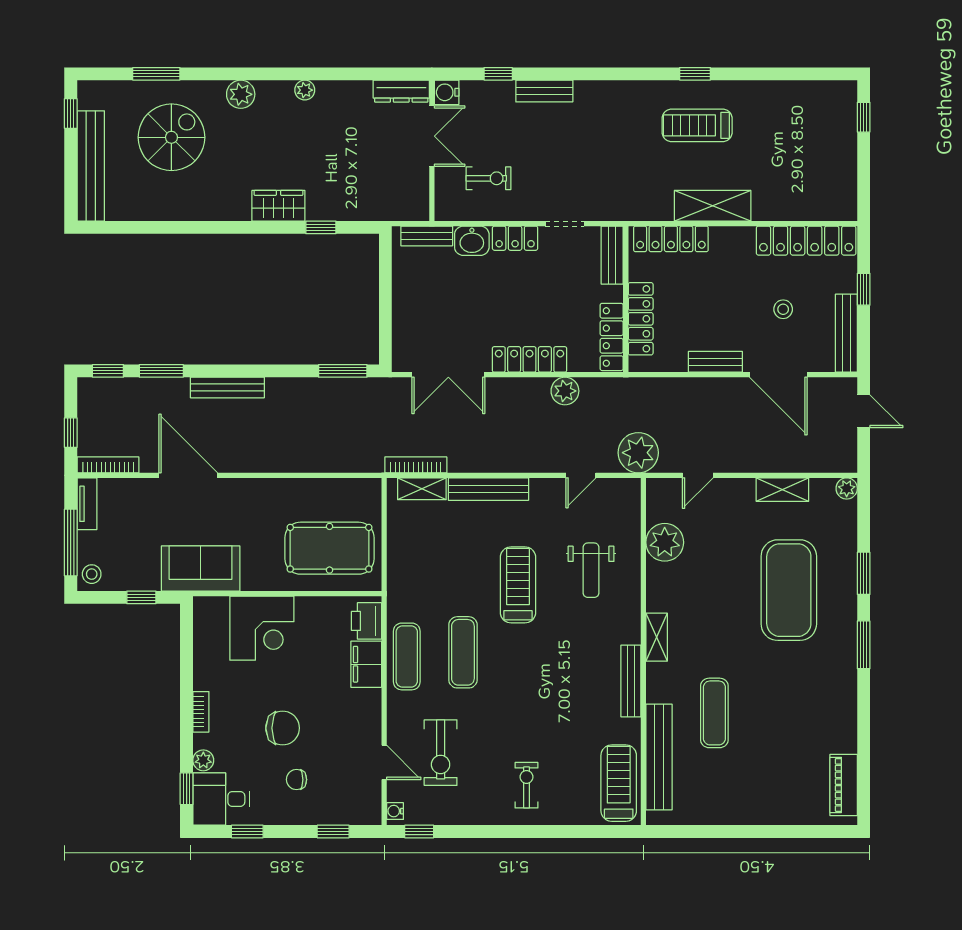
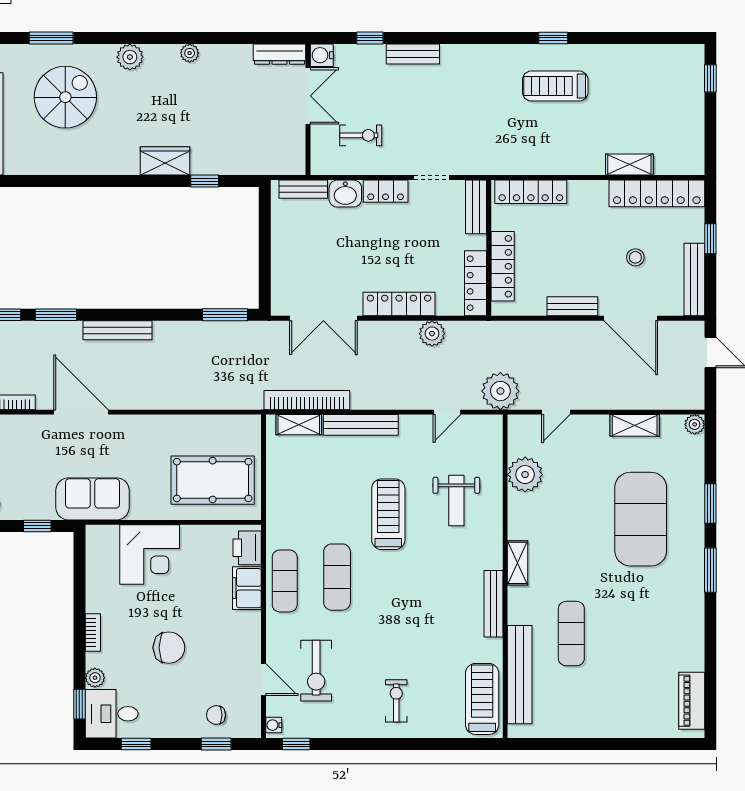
shelving: (713, 206) -> (629, 165), moved, width x0.67, depth x0.75
bookcase: (416, 465) -> (307, 400), width x1.48, depth x1.31
chair: (297, 780) -> (216, 715), moved

